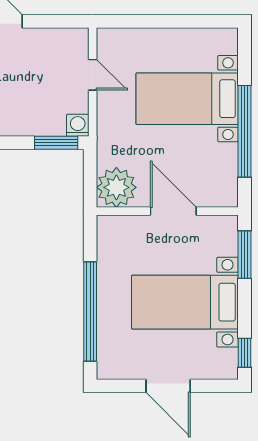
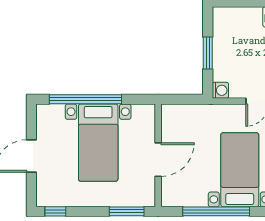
window: (56, 143) -> (208, 53), moved
plant: (116, 187) -> (175, 118), removed
bed with nightstands: (185, 302) -> (98, 143), moved, turned 180

